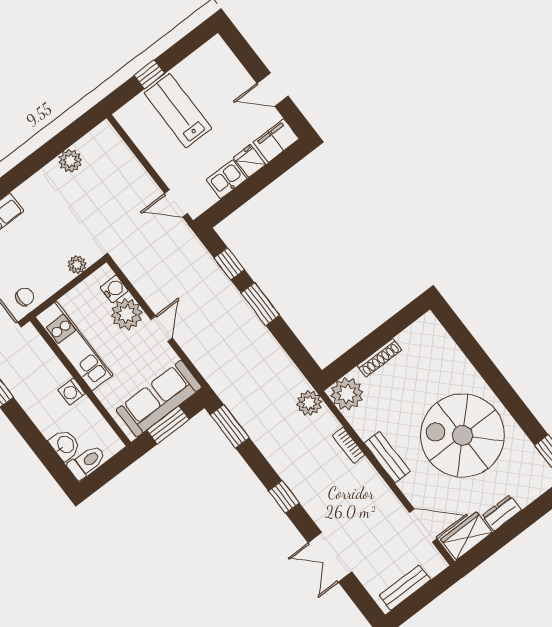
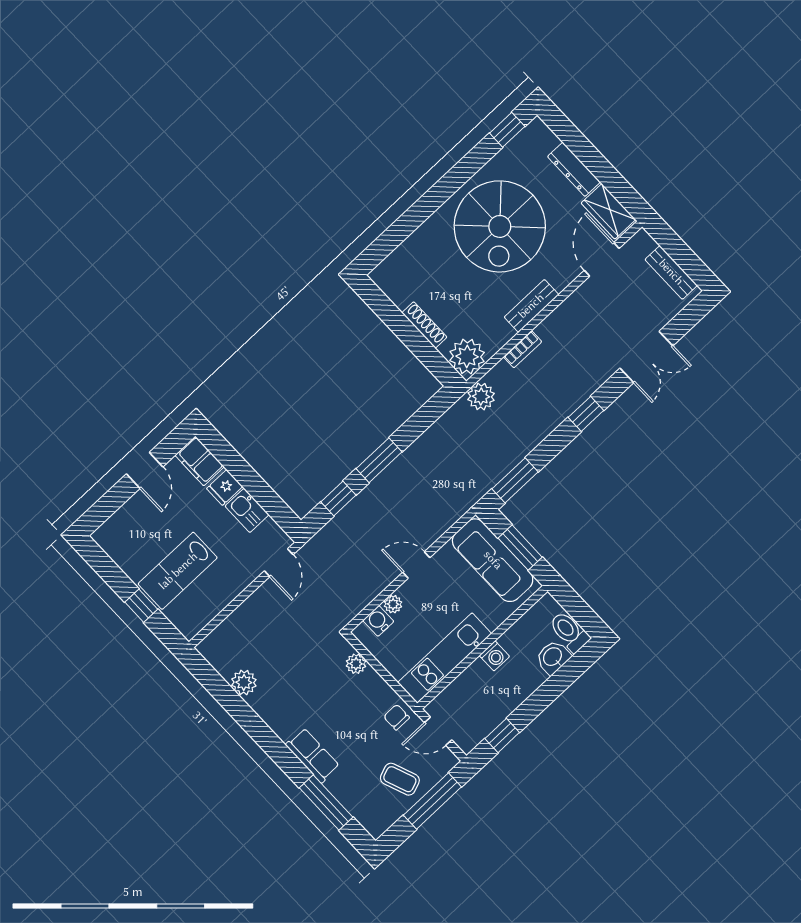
plant: (127, 314) -> (393, 604), width x0.53, depth x0.53
dresser: (502, 513) -> (574, 169), width x1.44

